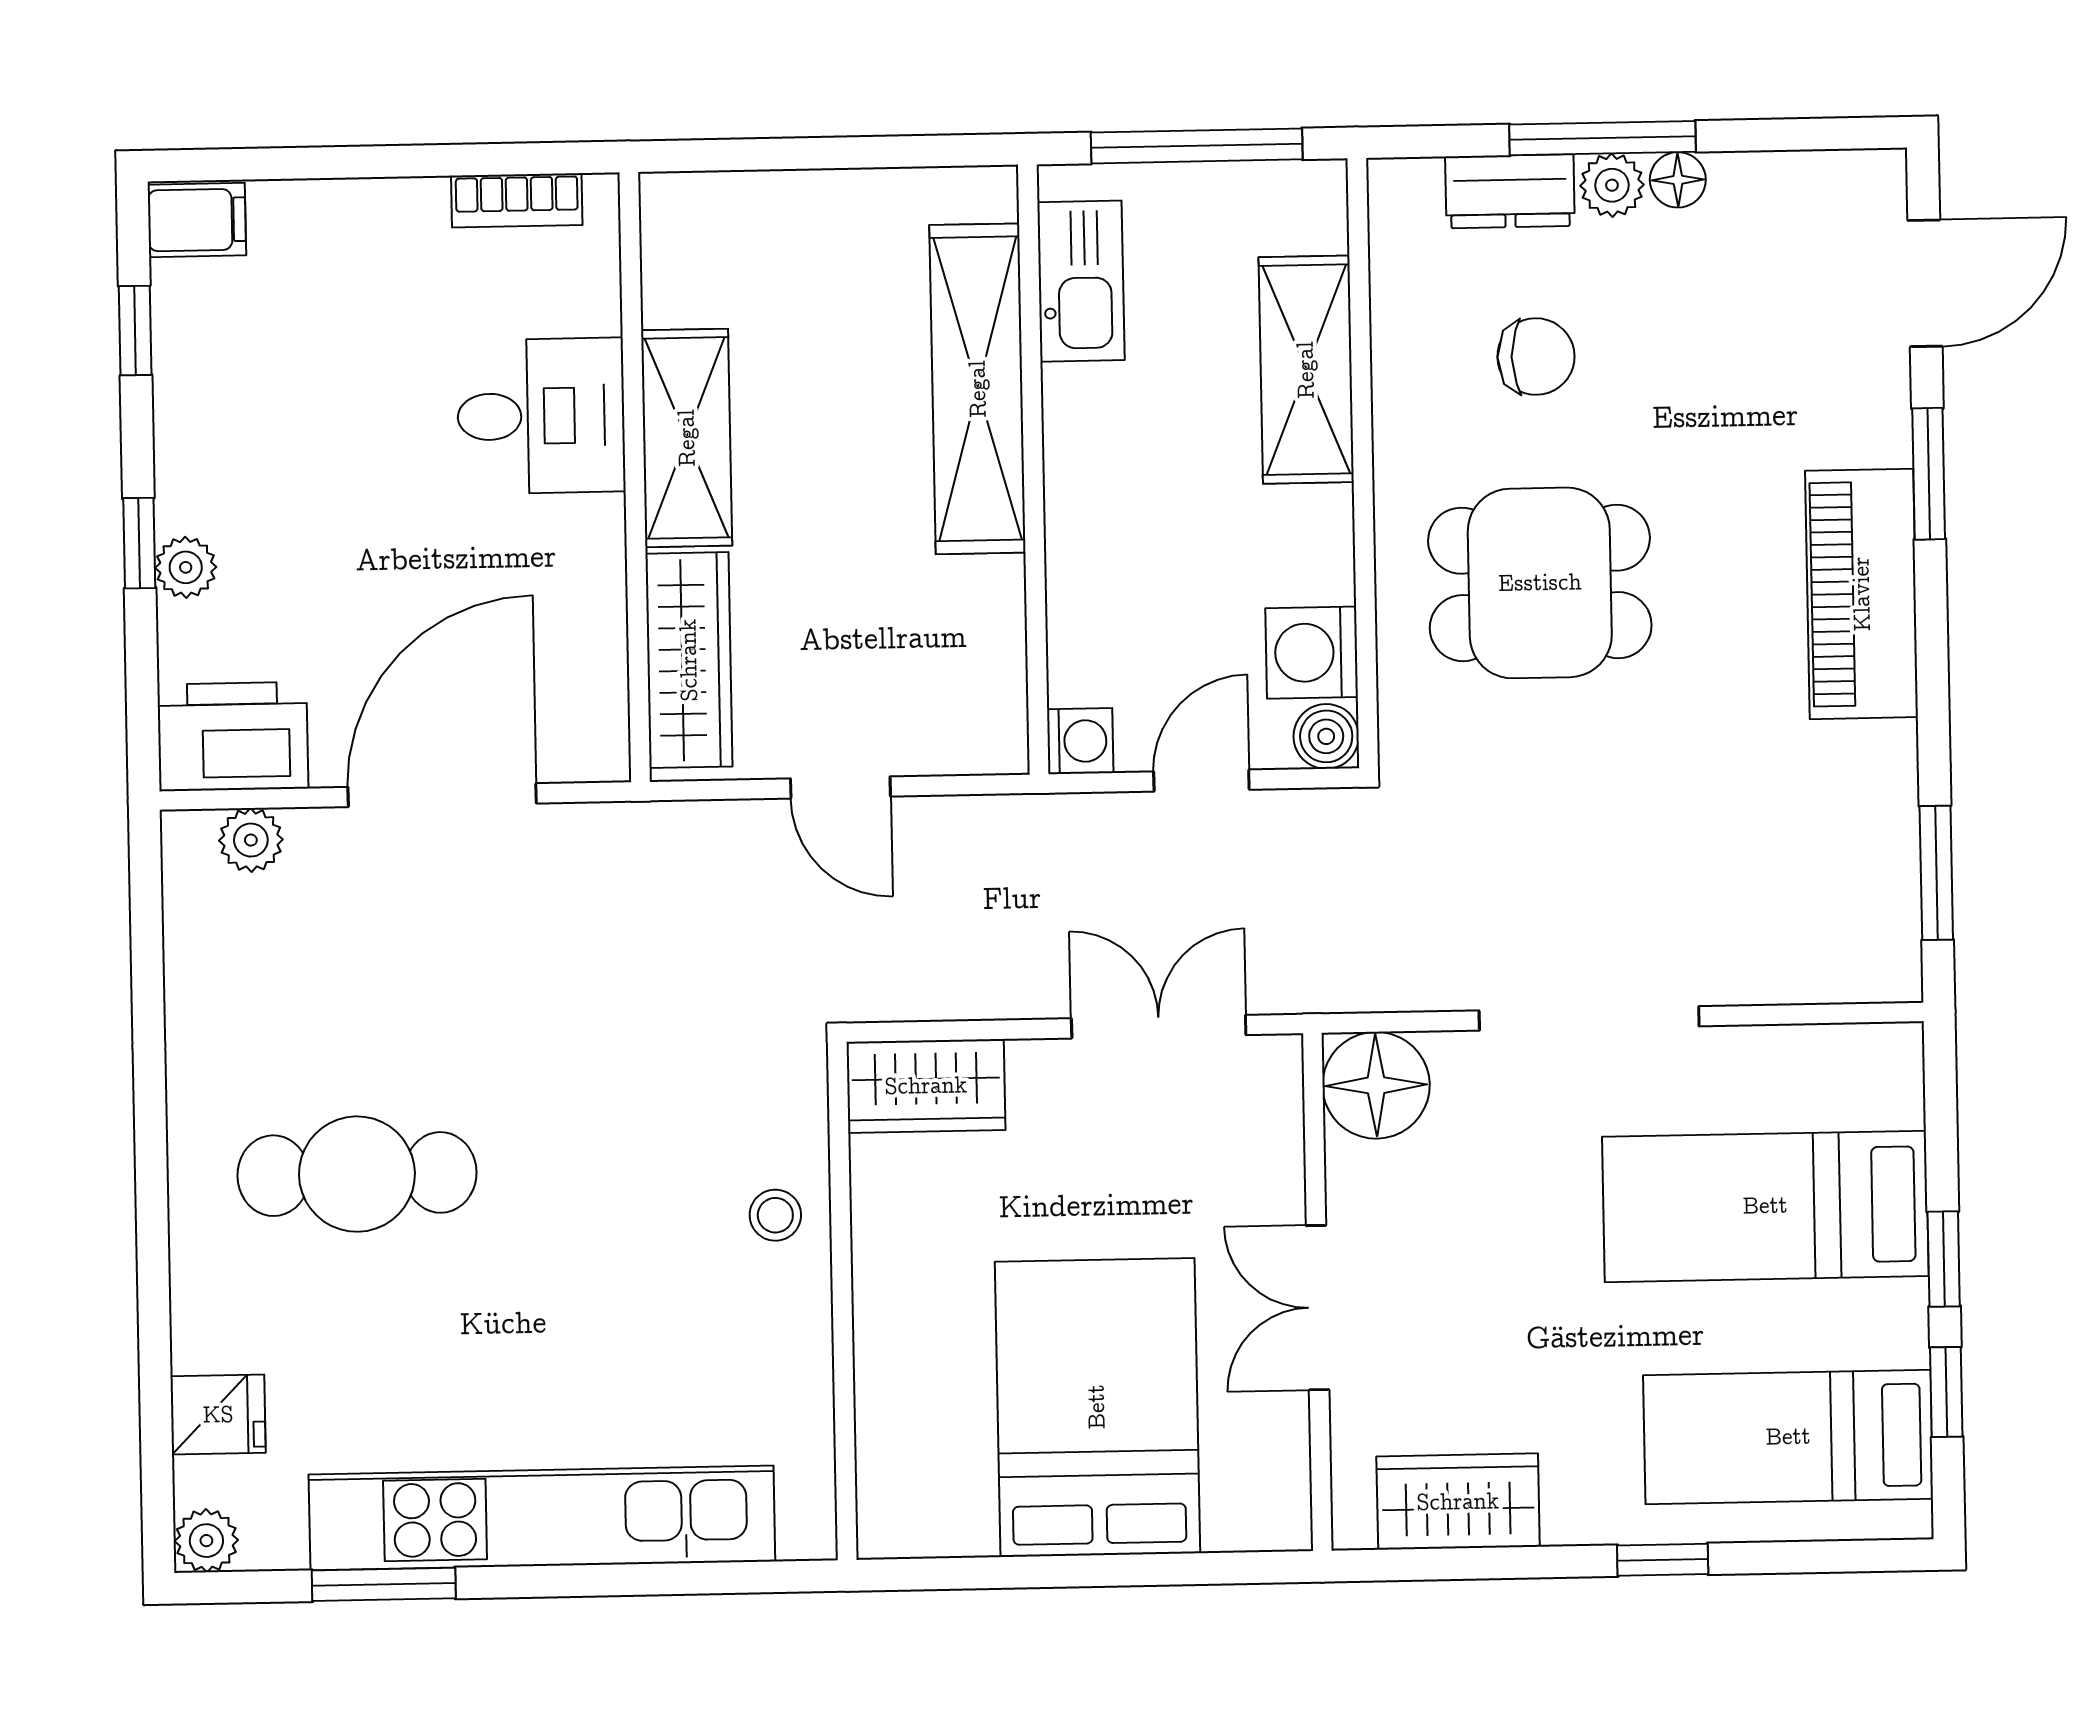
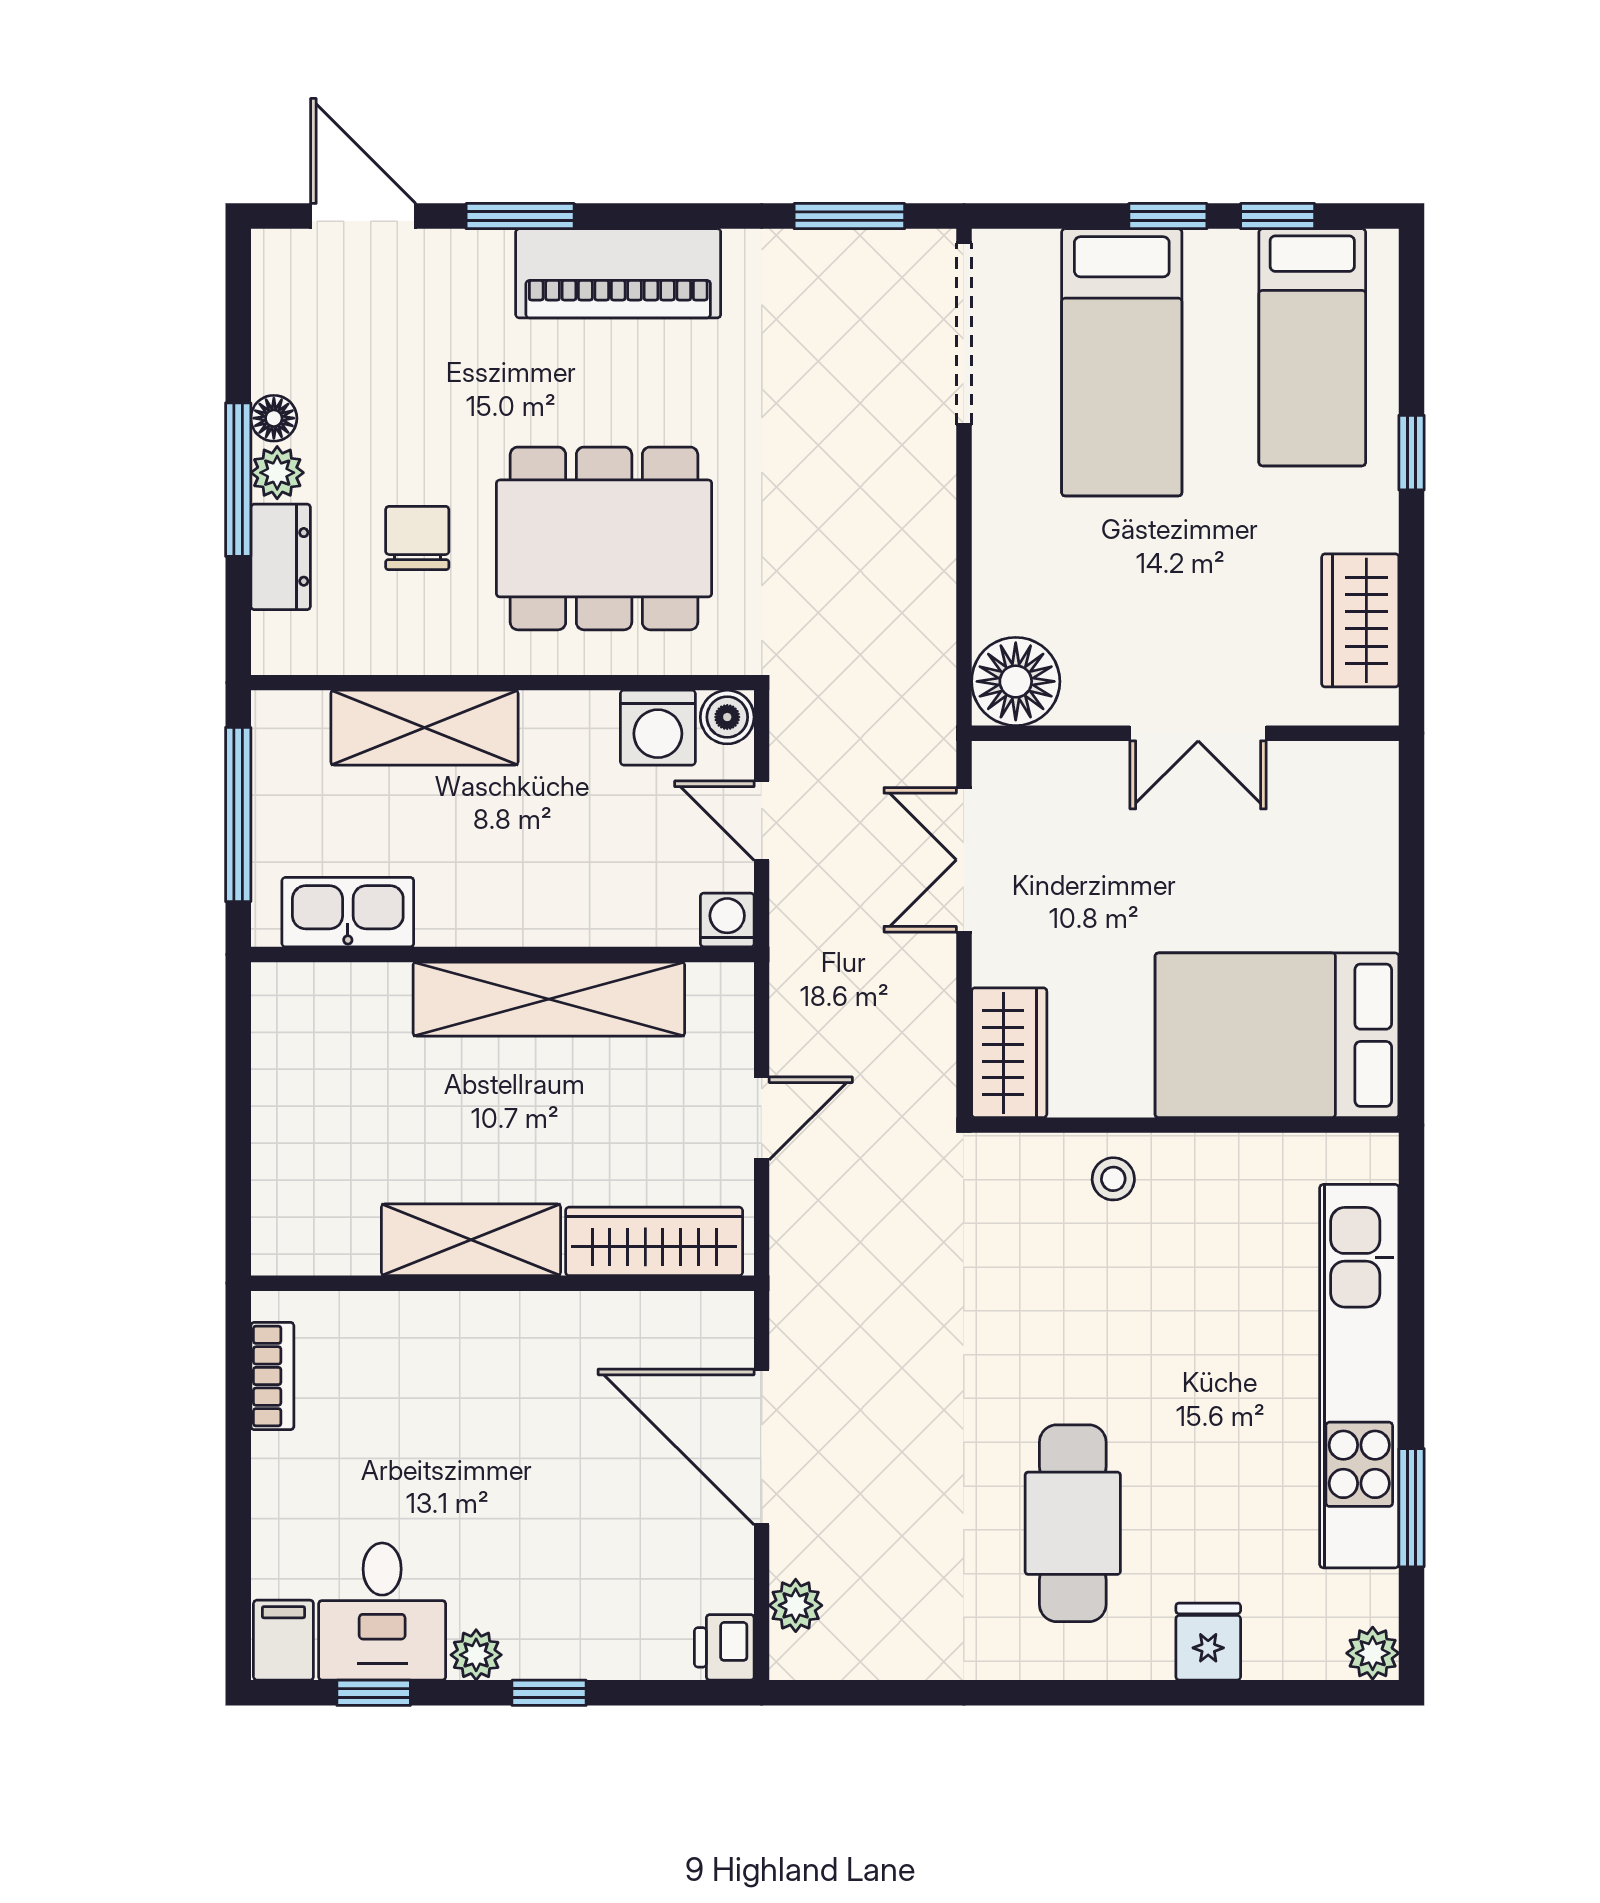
shelving: (978, 389) -> (549, 999), moved
desk: (541, 416) -> (382, 1612), moved, turned 180
plant: (186, 567) -> (476, 1655), moved
dining table: (1540, 583) -> (604, 538), width x1.37
printer: (233, 736) -> (724, 1647), width x0.53, depth x0.68
doorway: (1589, 1018) -> (964, 334), moved
bed: (1097, 1407) -> (1277, 1035), moved
fridge: (218, 1415) -> (1208, 1642), moved

